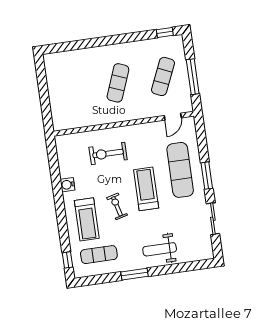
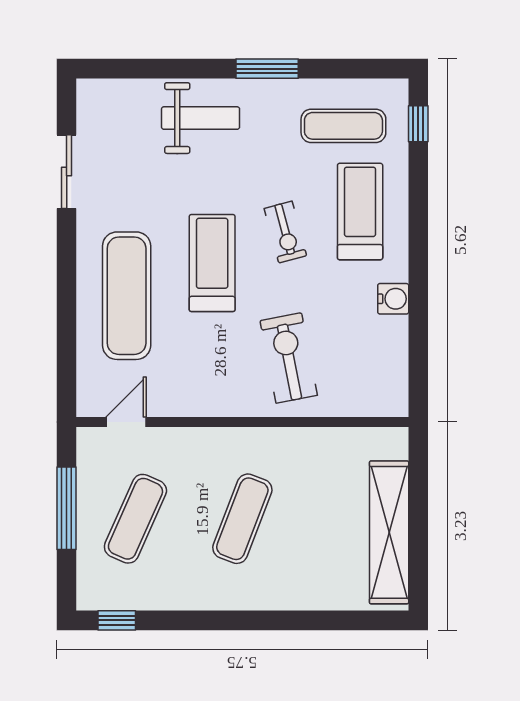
shelving: (55, 86) -> (389, 532), added
exercise bike: (108, 153) -> (289, 358), turned -101
window: (207, 176) -> (67, 274), removed
treadmill: (146, 189) -> (212, 263), turned 180

